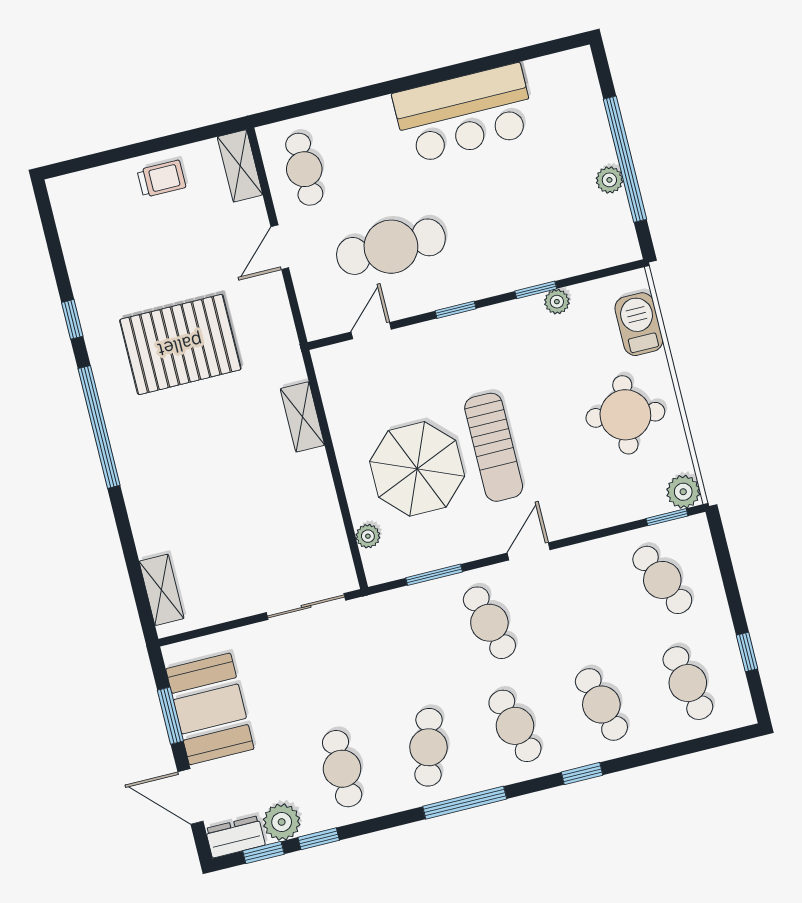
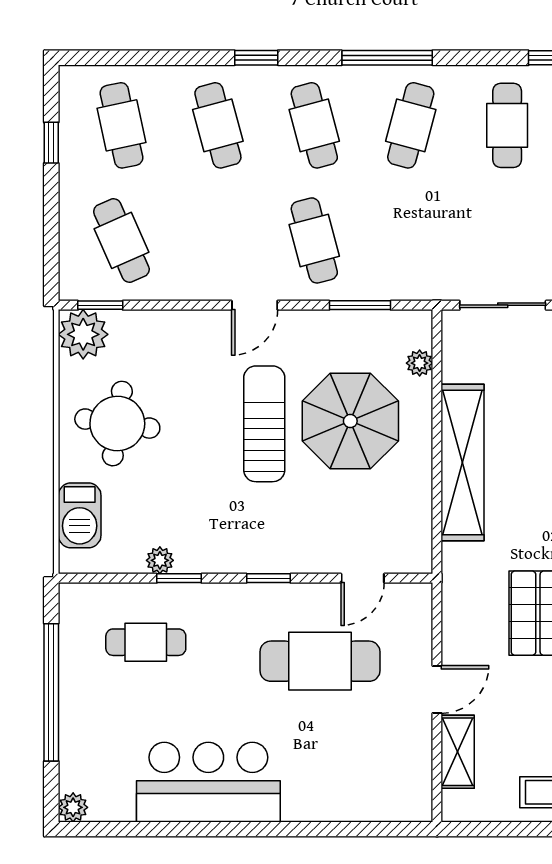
shelving: (240, 166) -> (458, 752), moved
cafe table: (304, 169) -> (146, 642), moved, turned 90
plant: (609, 180) -> (73, 807), moved
shelving: (302, 417) -> (463, 463), width x2.20, depth x1.33
plant: (683, 492) -> (83, 334), width x1.36, depth x1.36

